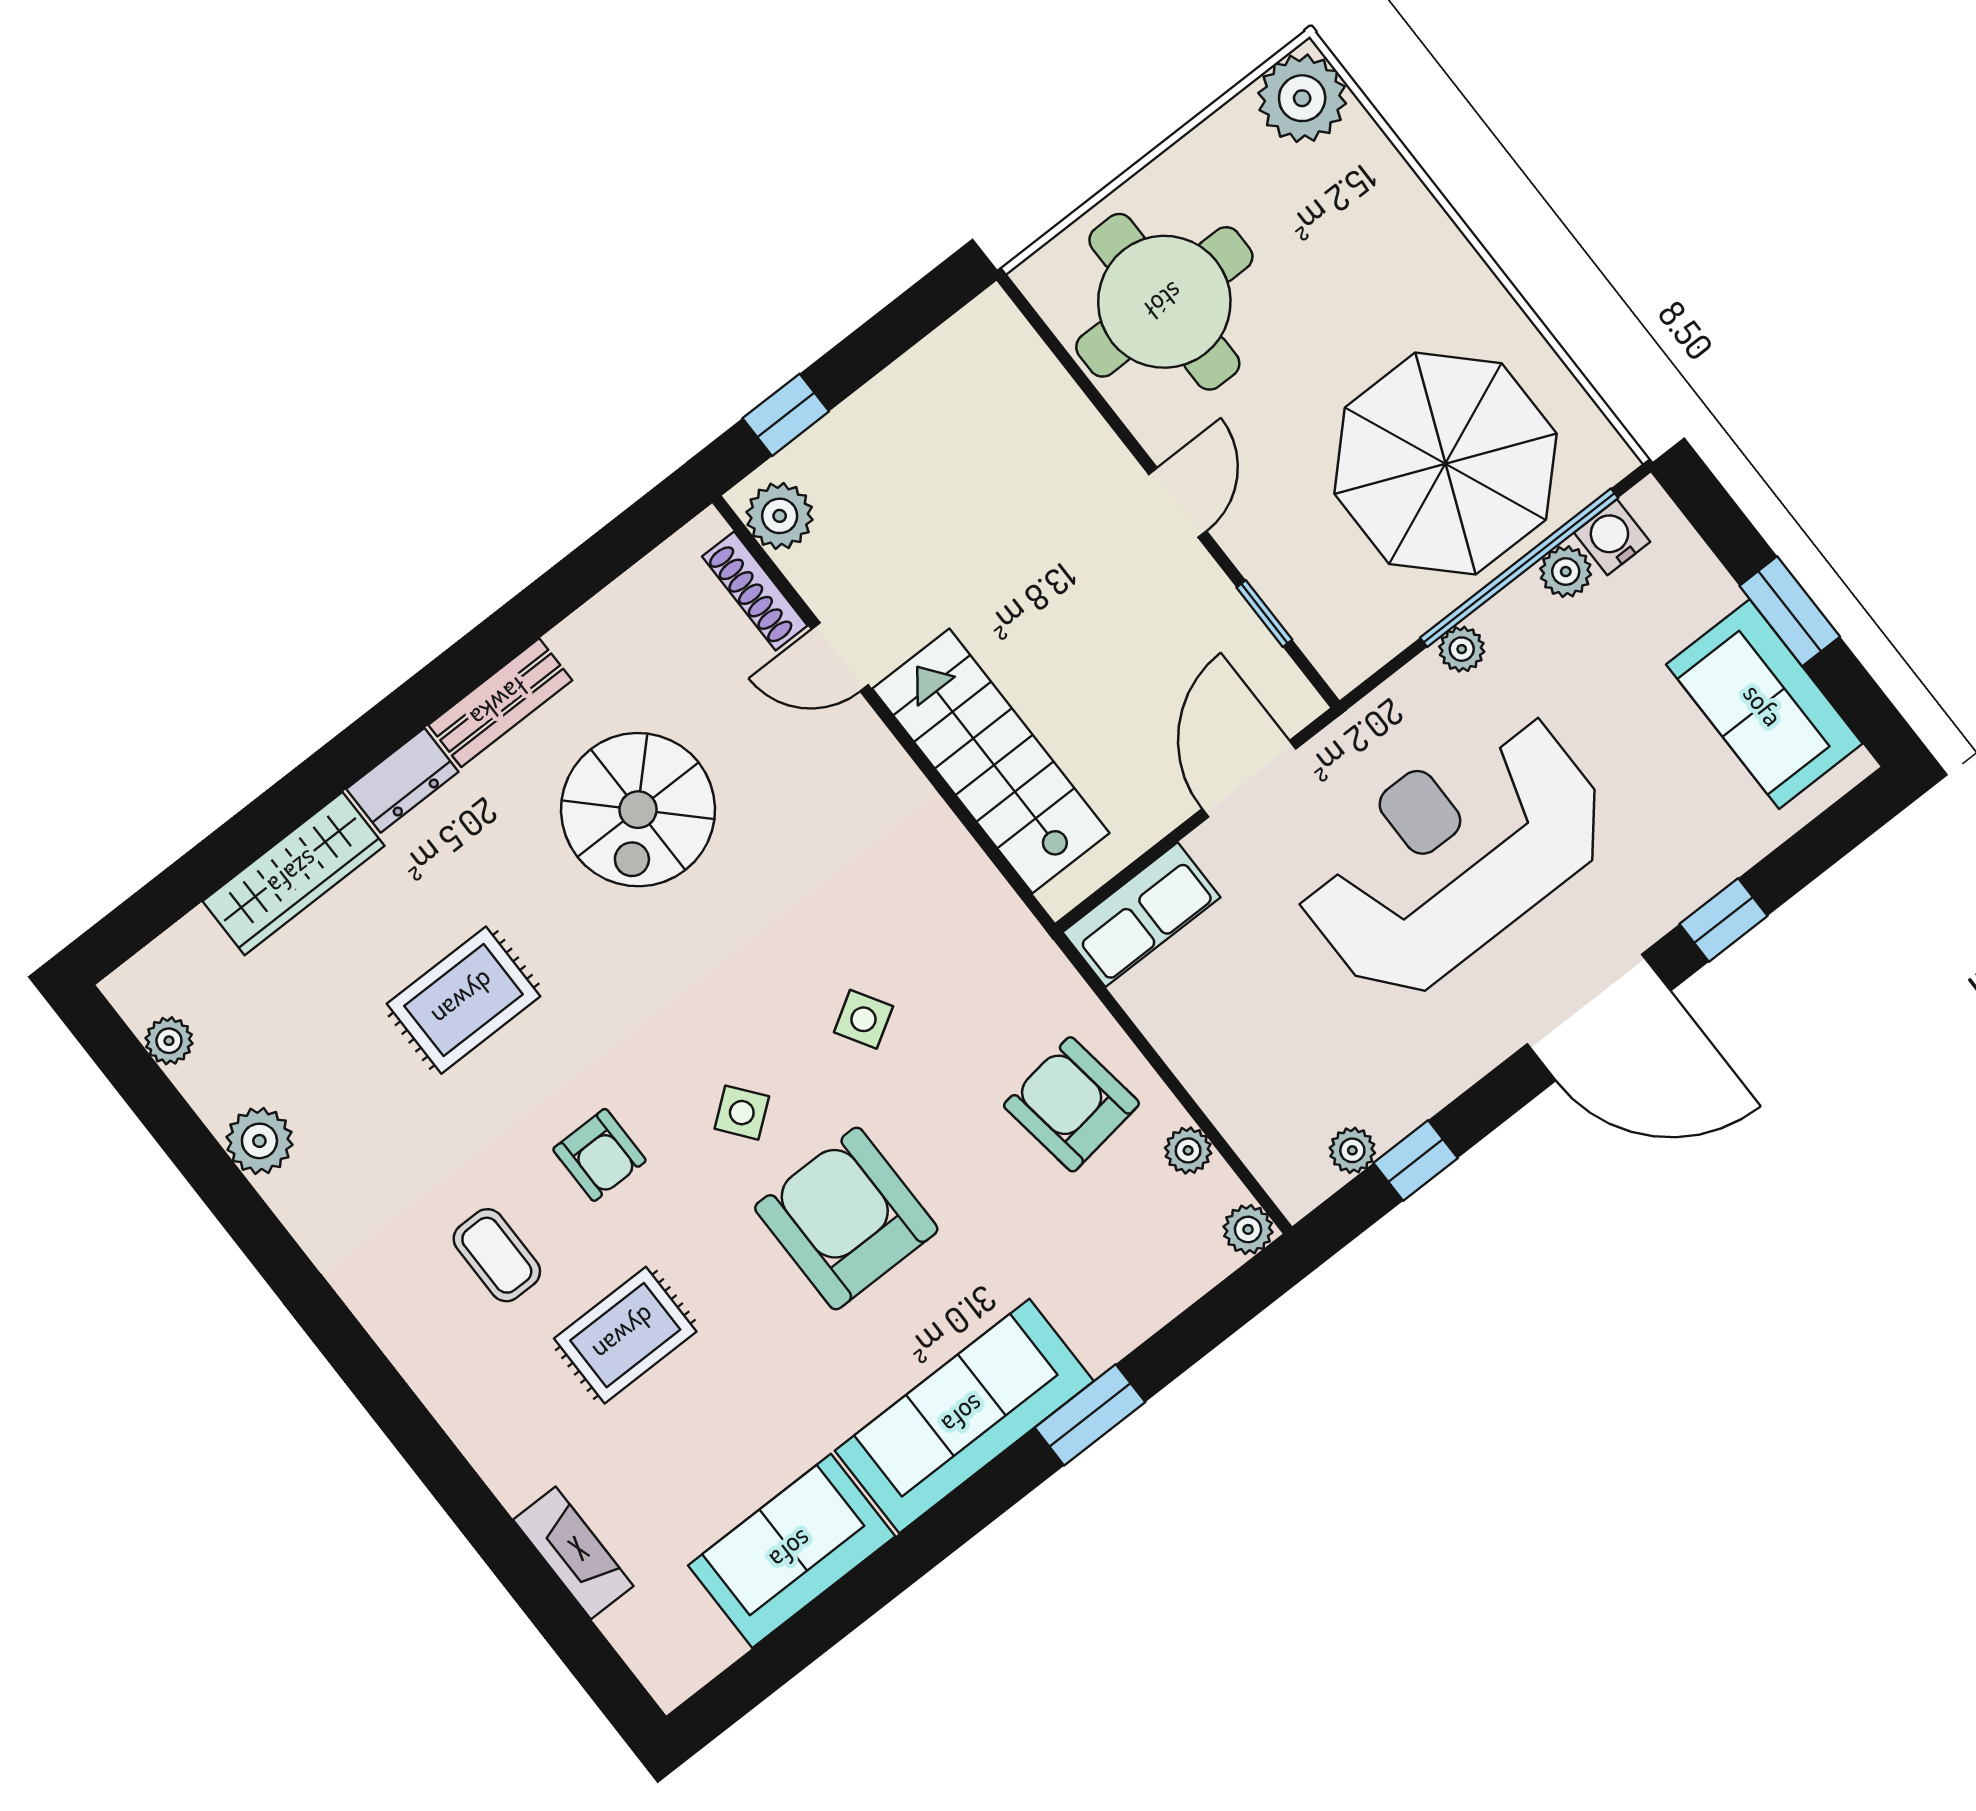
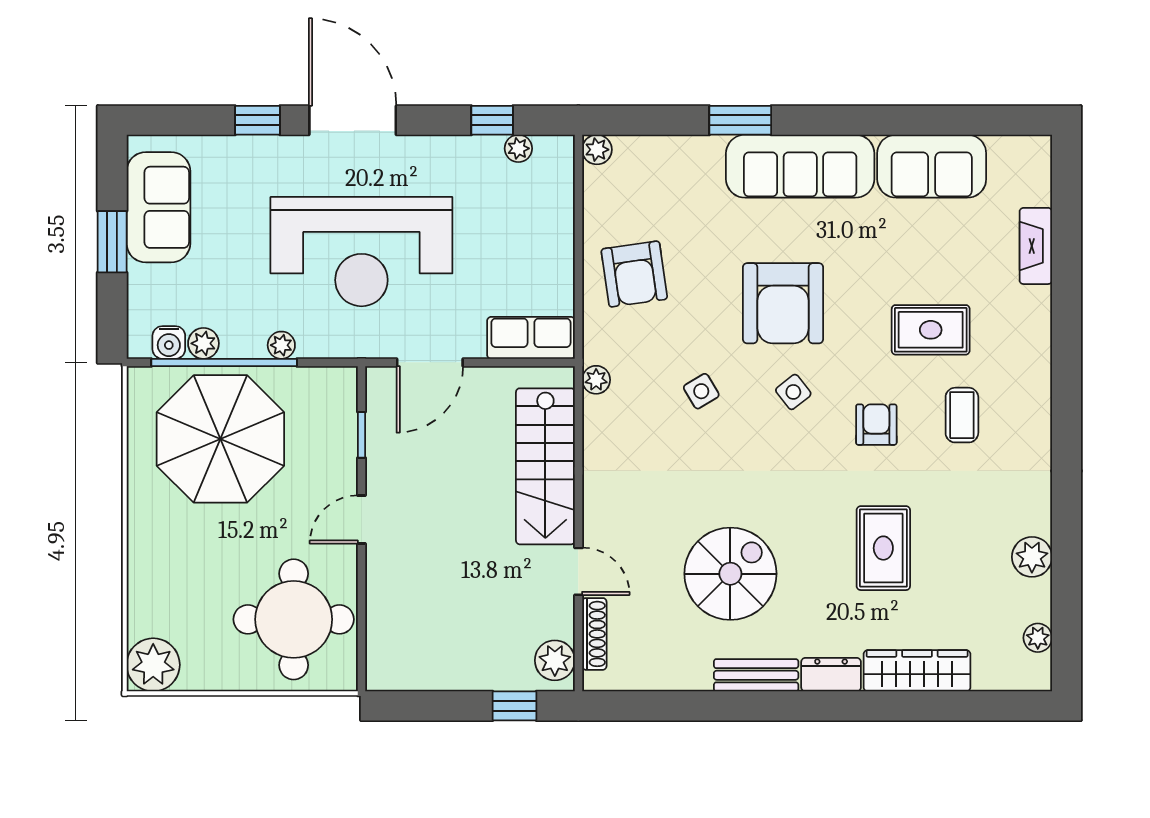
rug: (464, 1000) -> (883, 548), turned 90
plant: (1188, 1150) -> (596, 380), moved

